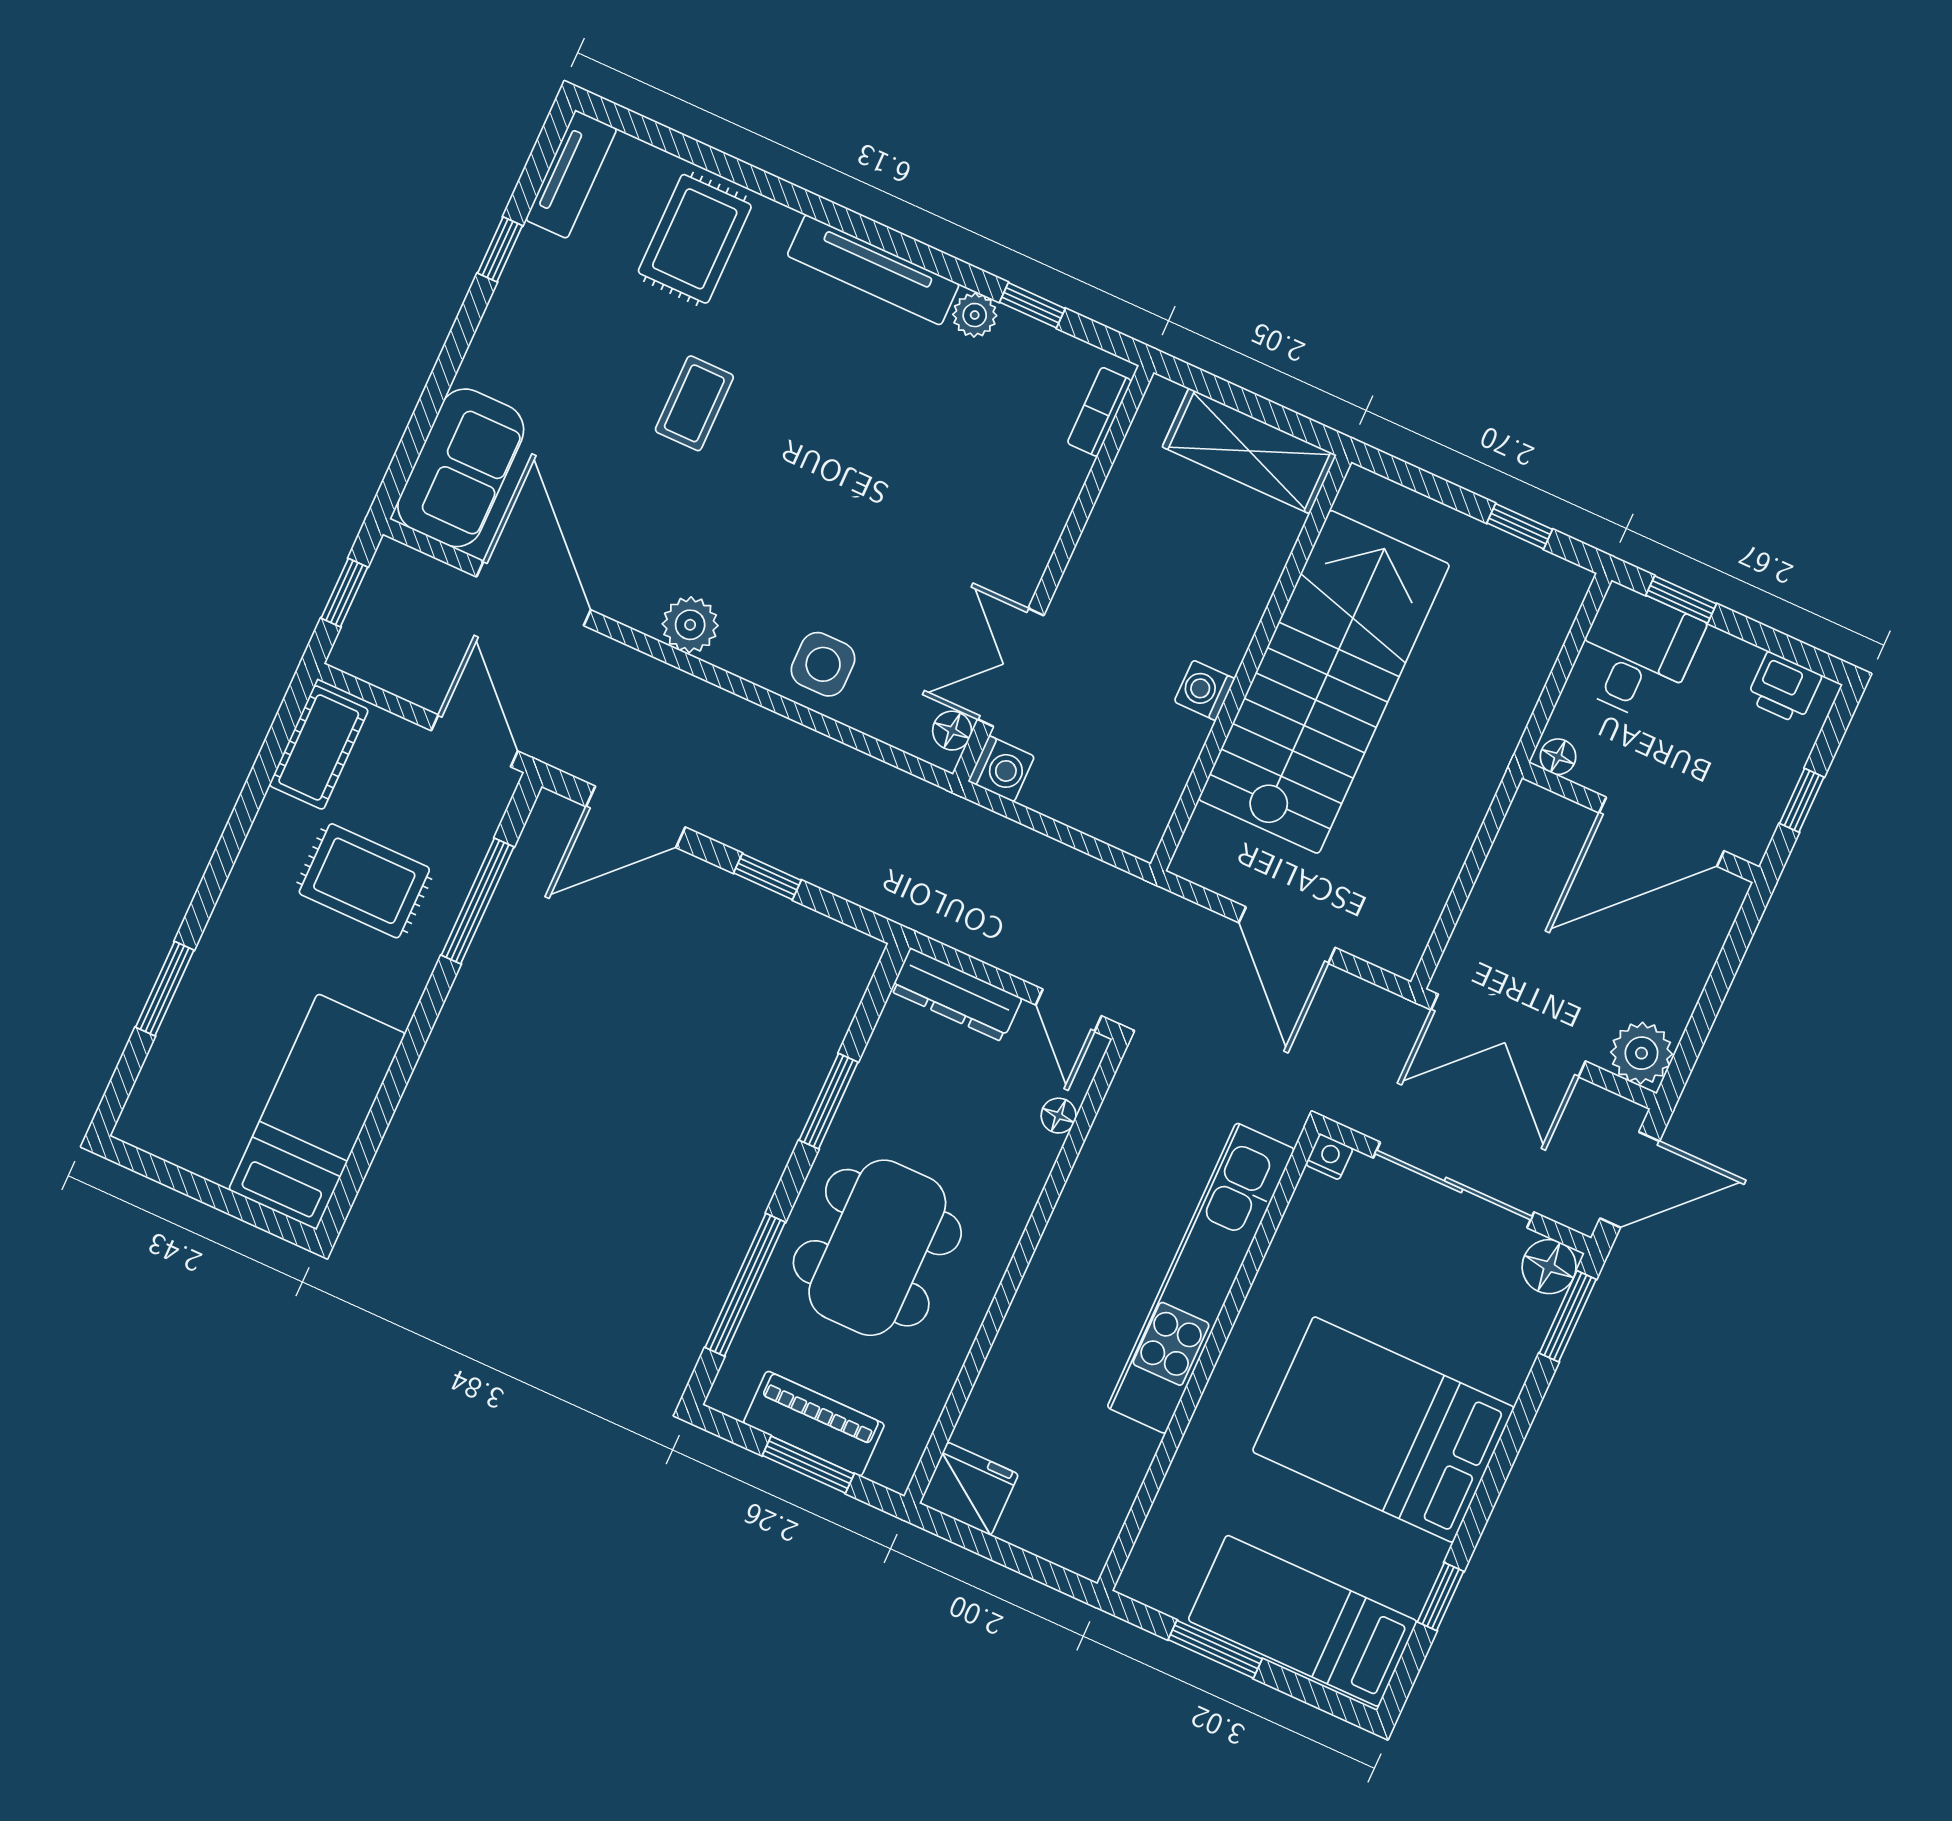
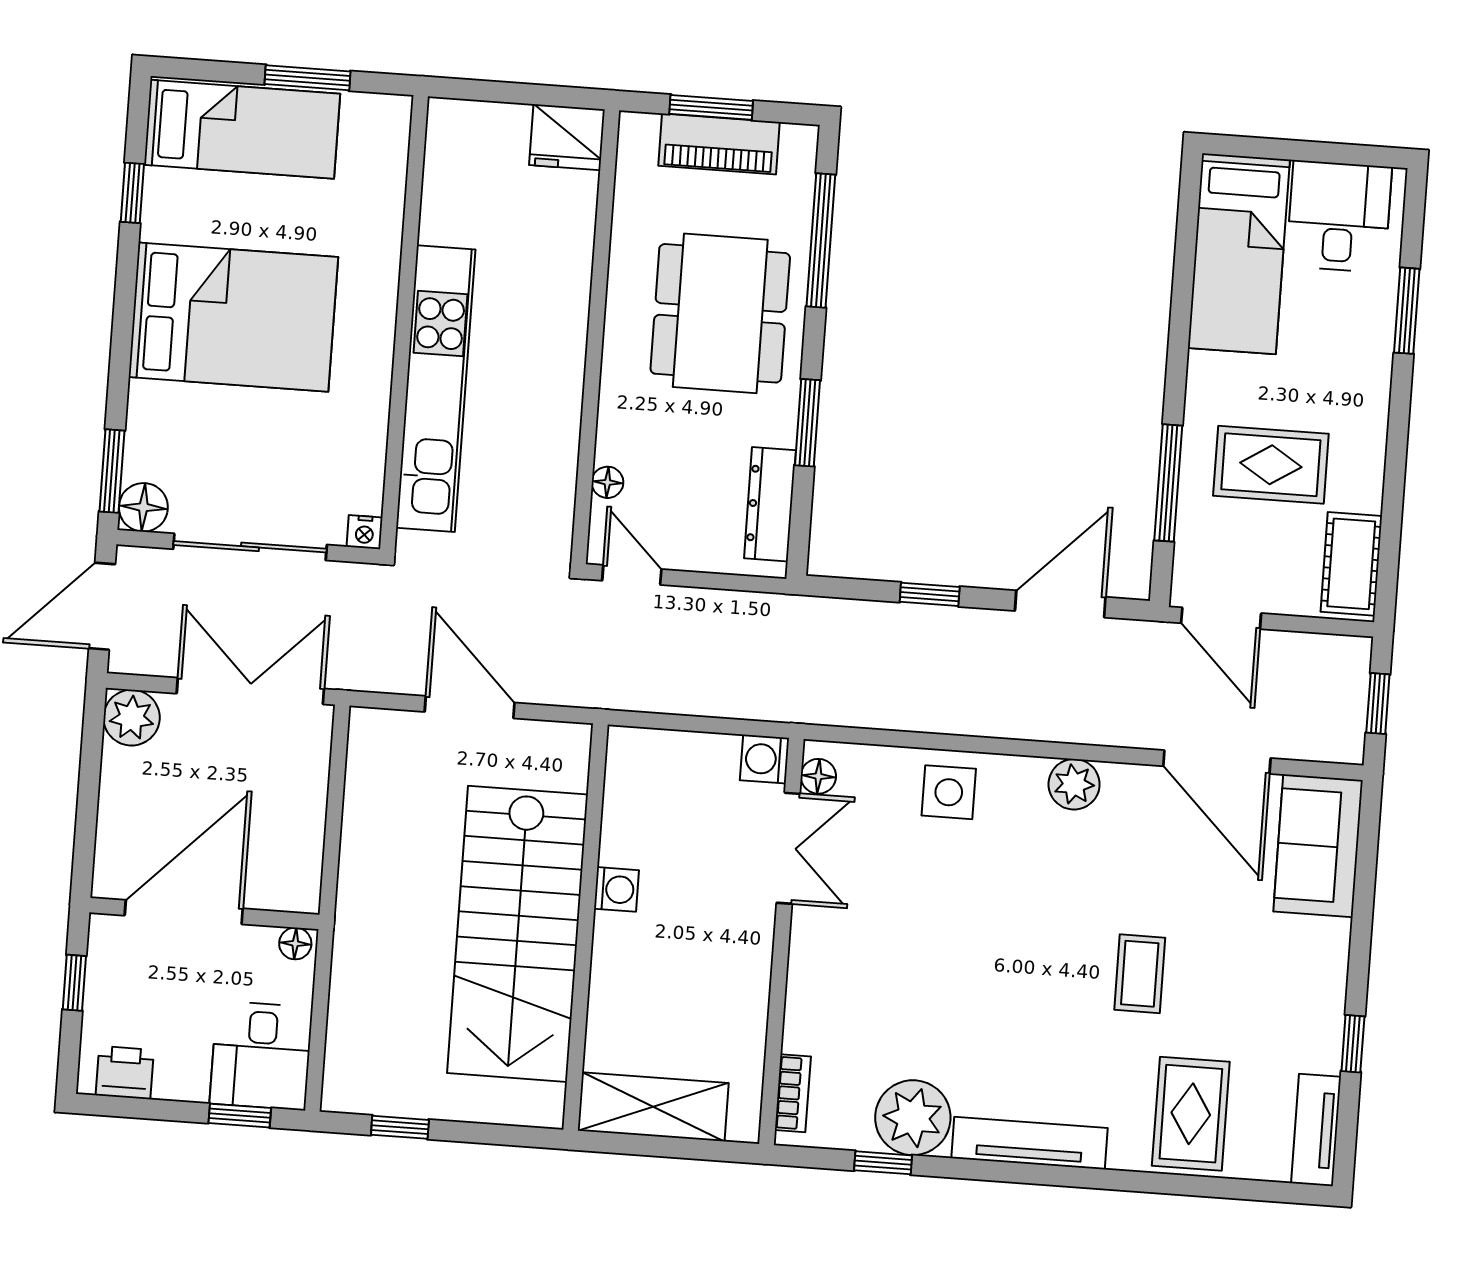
plant: (975, 315) -> (913, 1118), width x1.88, depth x1.88
dresser: (956, 995) -> (770, 504), moved, turned -90
desk: (199, 1112) -> (1339, 216), added

